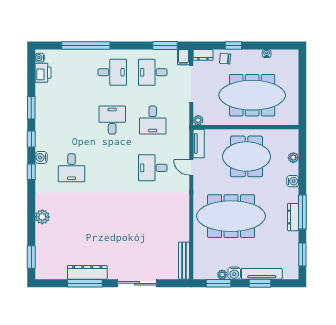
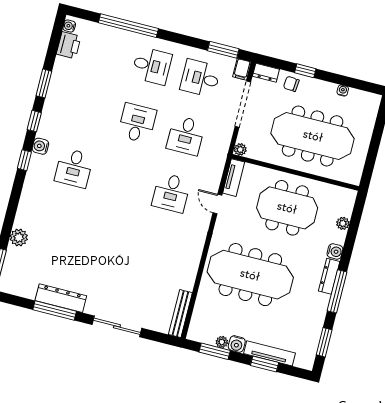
desk: (153, 168) -> (171, 193), turned -90
plant: (42, 217) -> (19, 237), moved
dresser: (293, 217) -> (329, 276), moved

